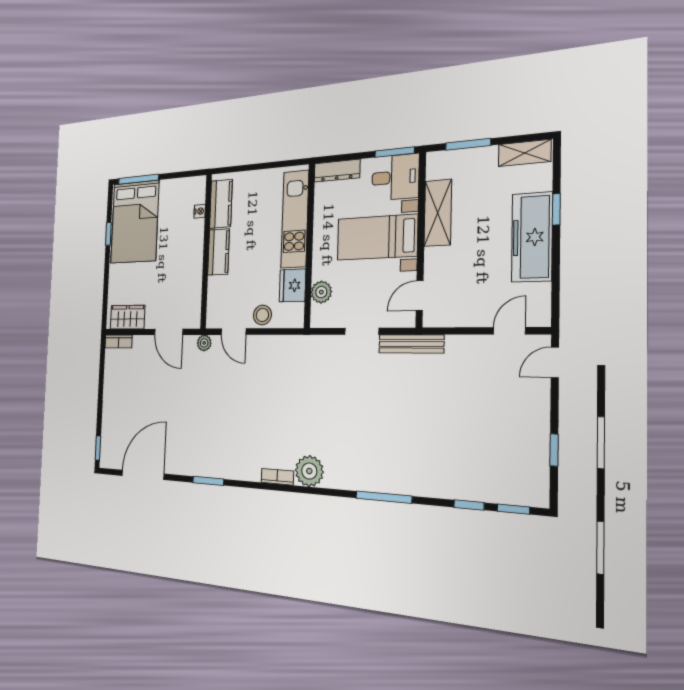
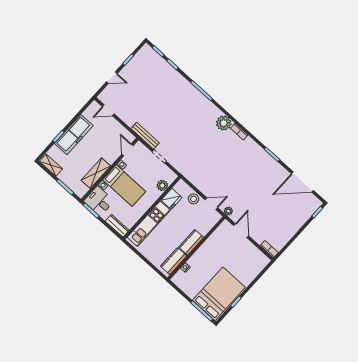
door: (420, 296) -> (127, 150), swing flipped
wardrobe: (128, 317) -> (256, 255), removed
door: (234, 332) -> (211, 204), hinge flipped
door: (555, 362) -> (112, 78), moved

